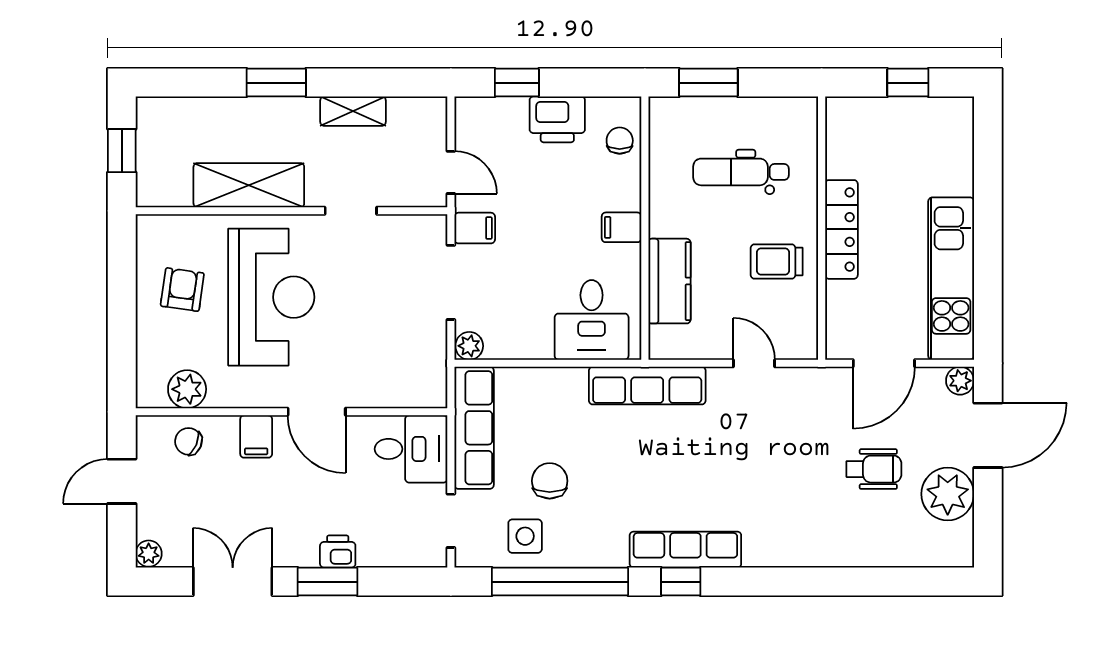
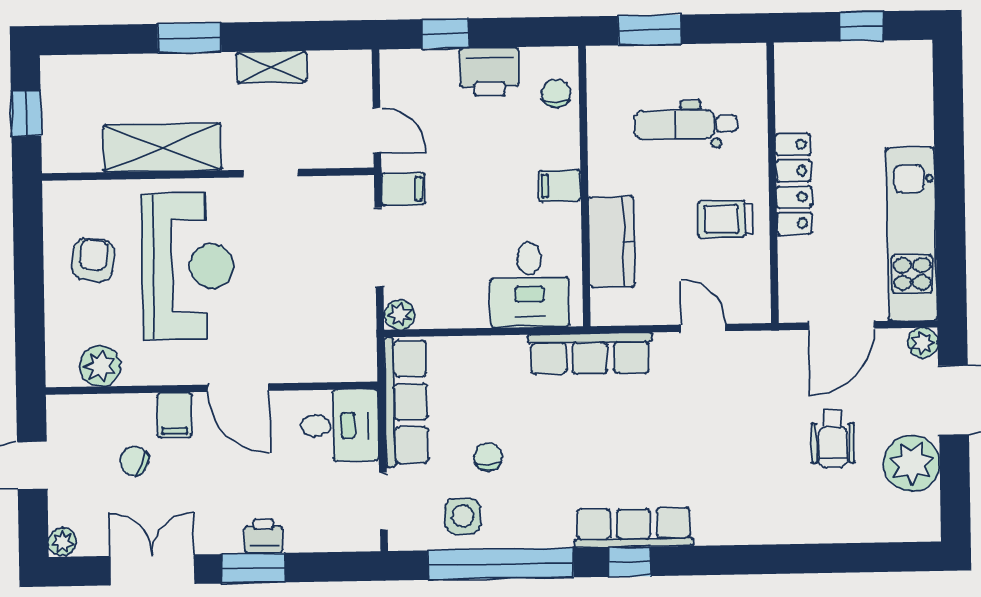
chair: (188, 441) -> (134, 461), moved
wheelchair: (874, 469) -> (833, 438), turned 90
chair: (550, 481) -> (488, 457), width x0.73, depth x0.73

